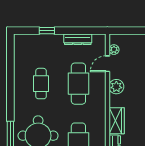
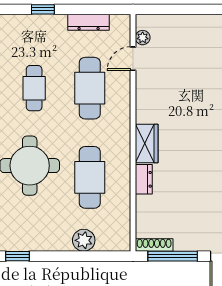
plant: (116, 87) -> (146, 93), removed

